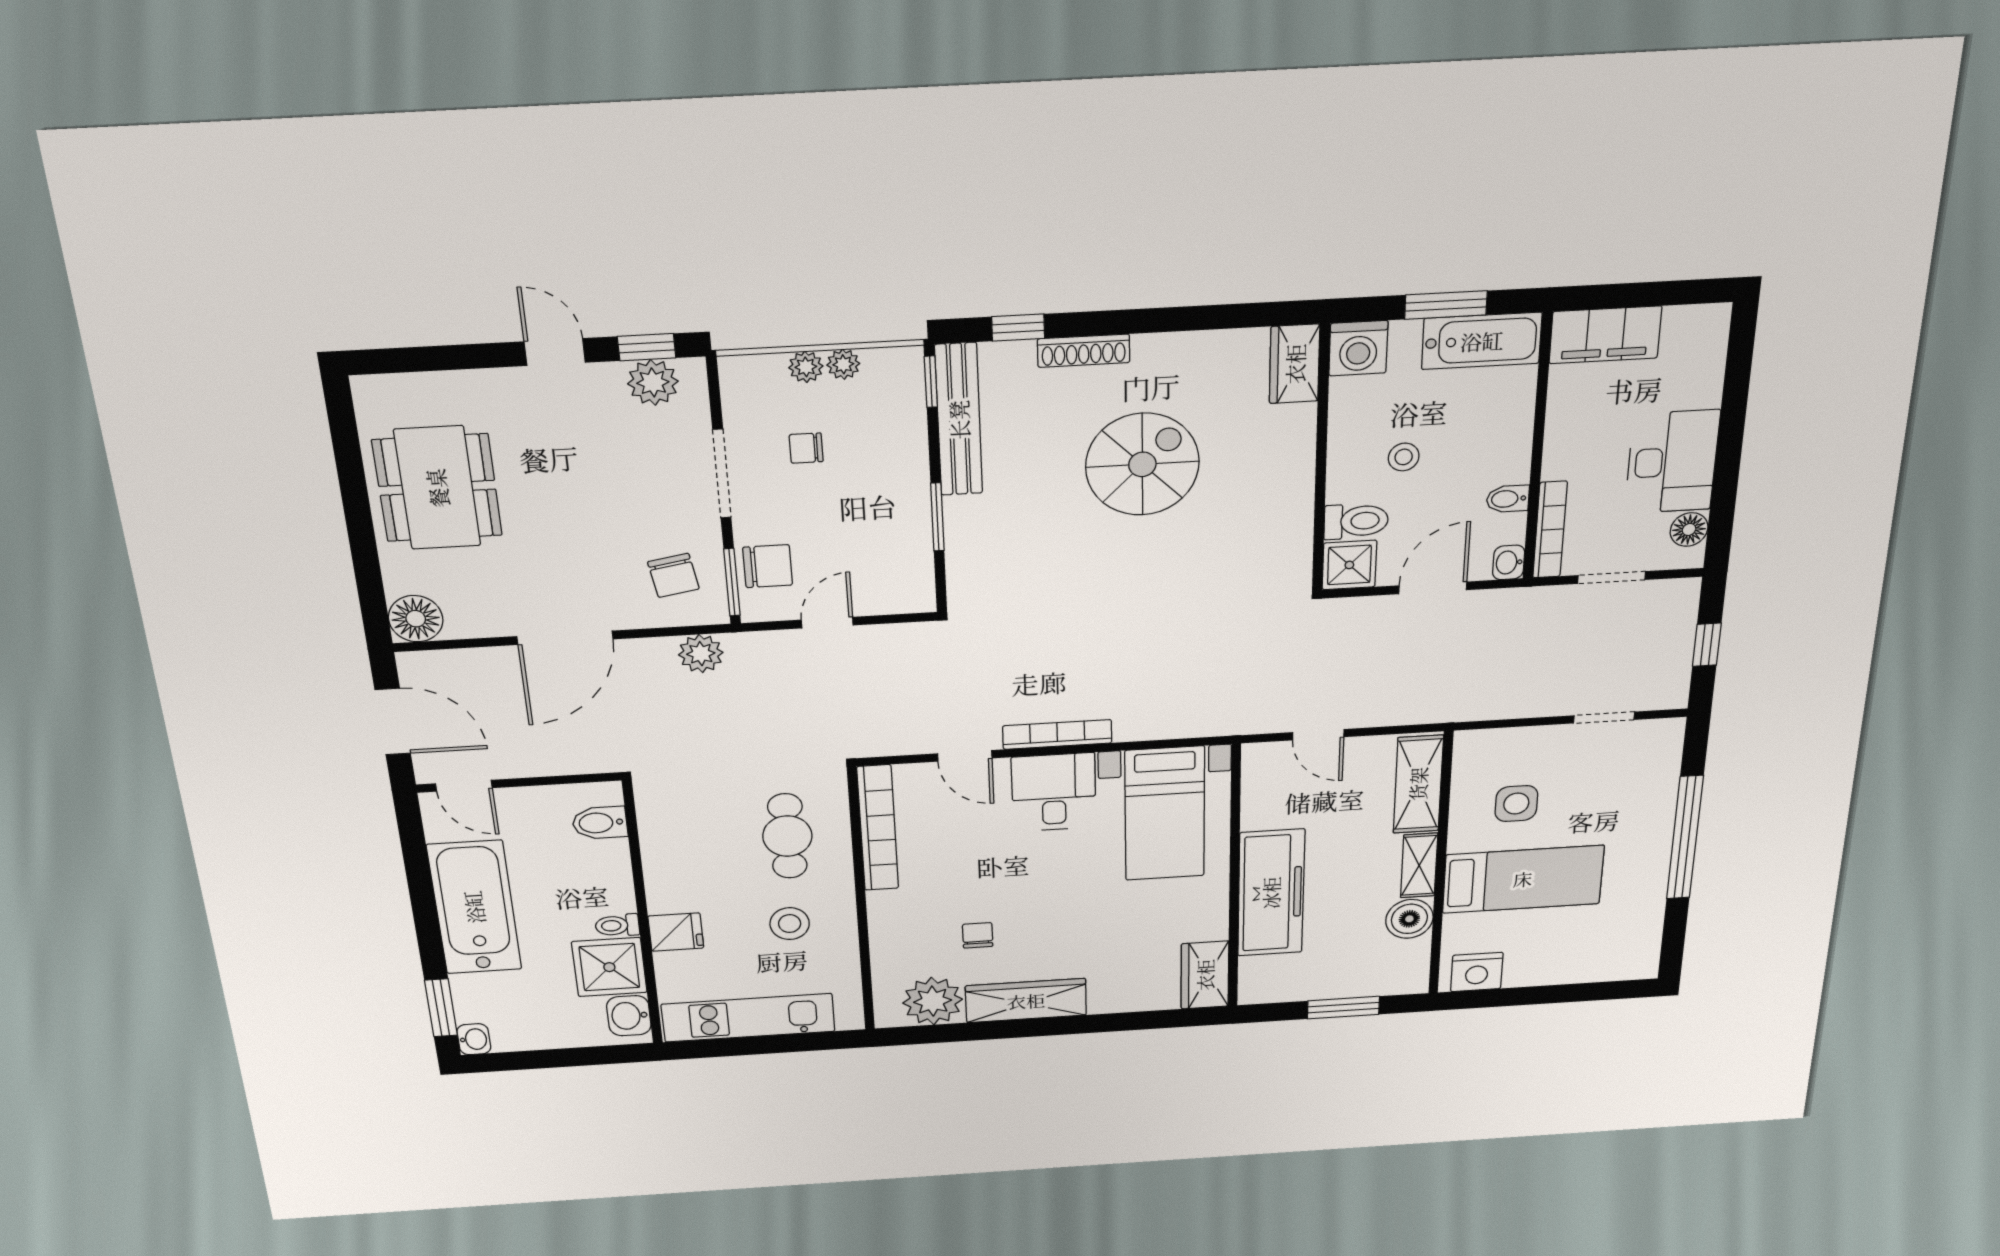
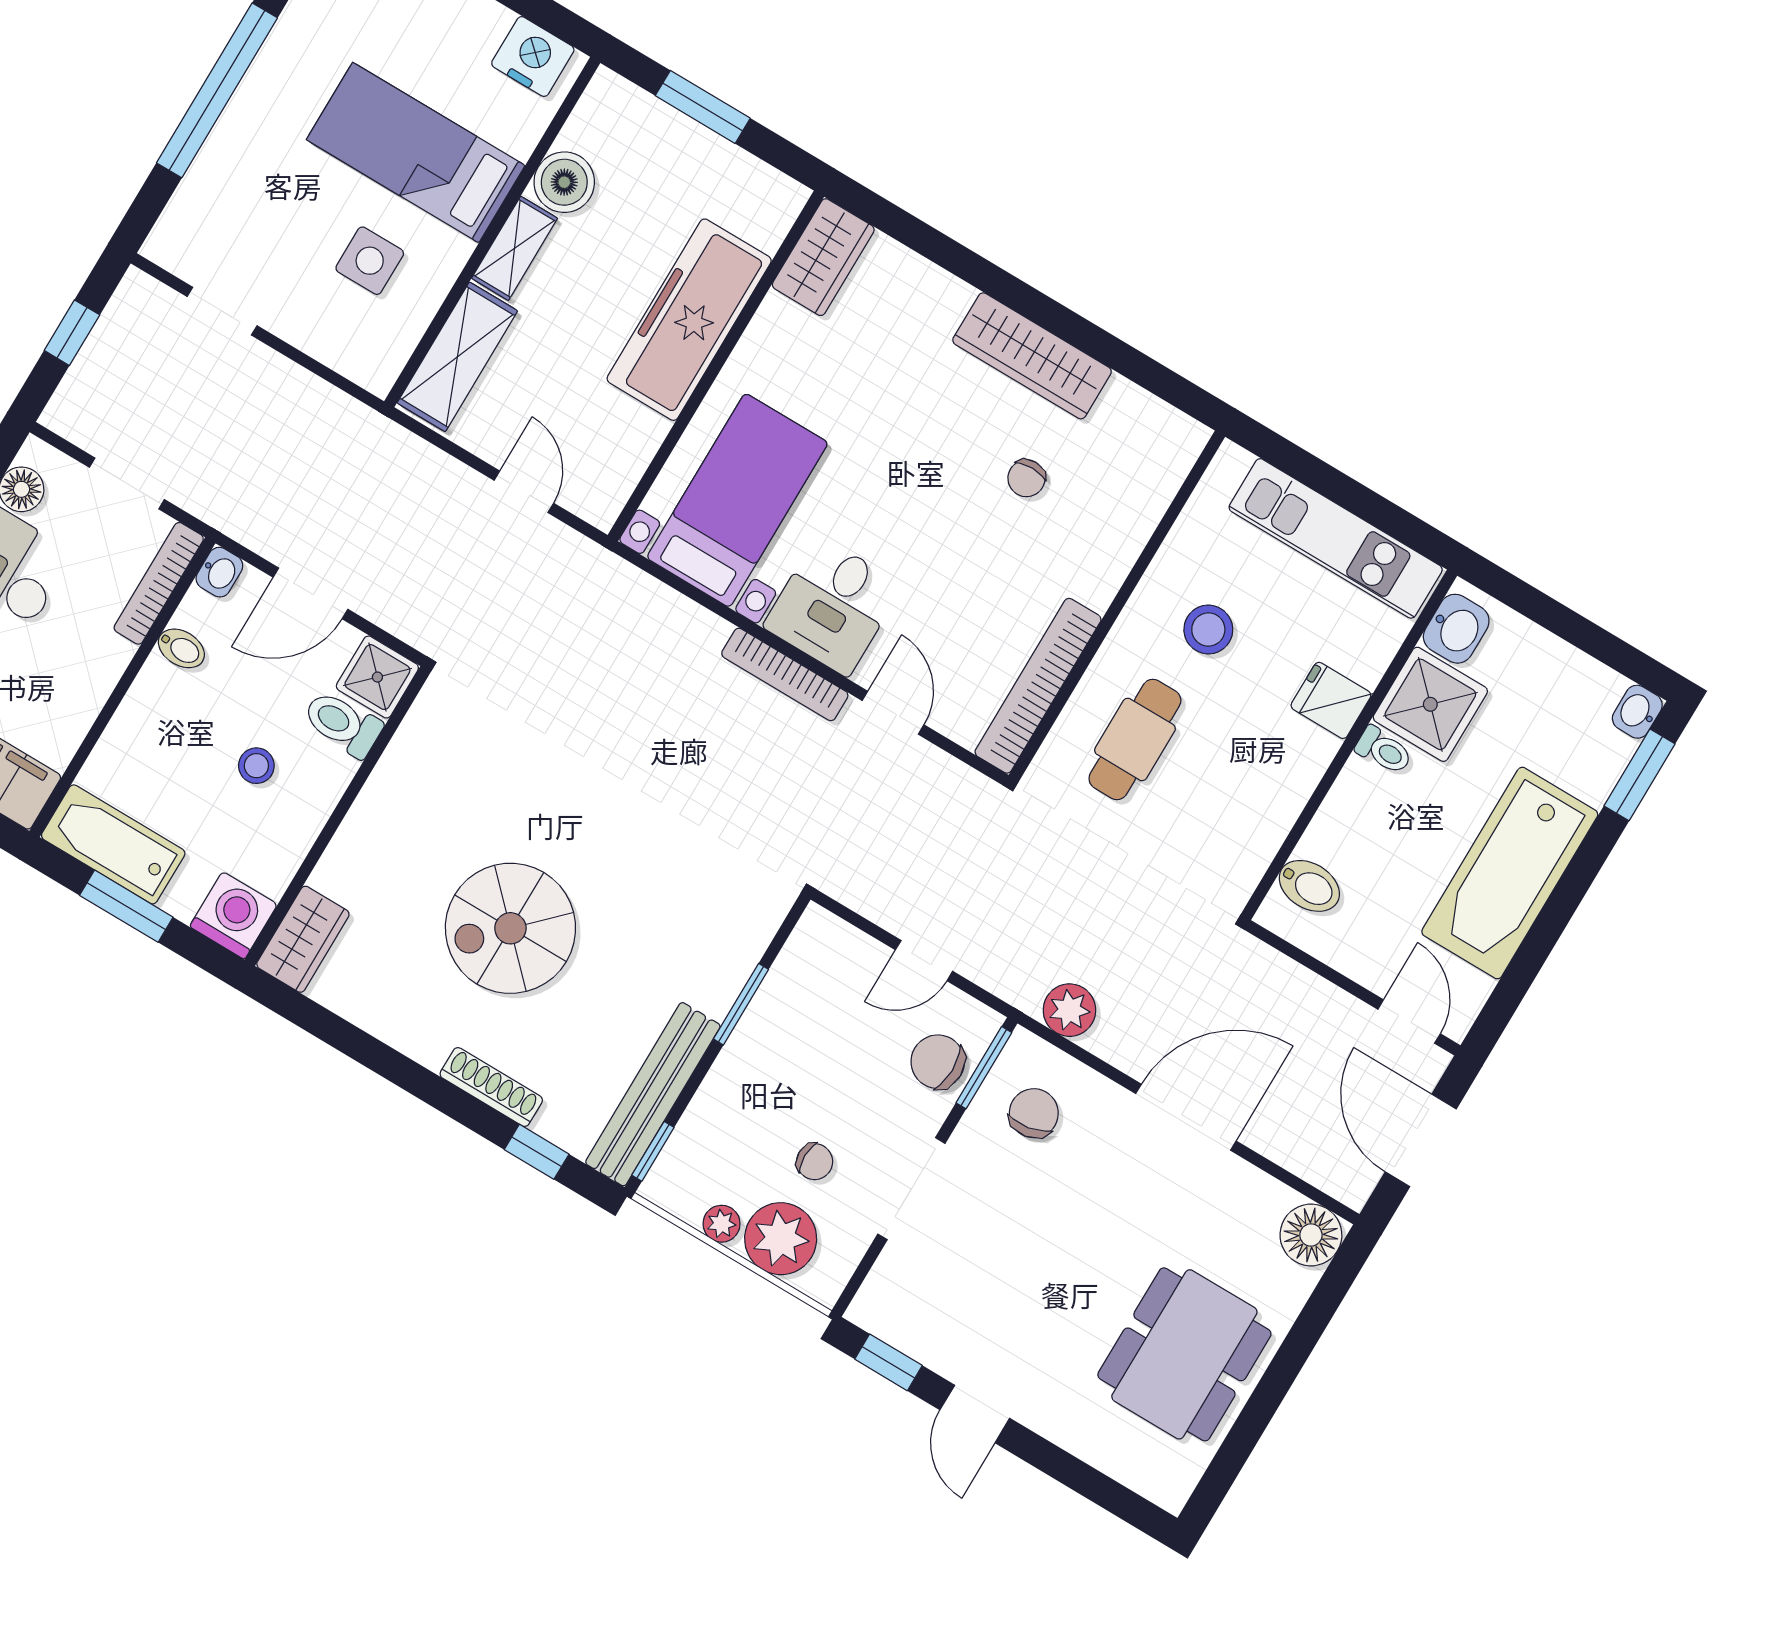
plant: (806, 367) -> (781, 1239), width x1.88, depth x1.88
plant: (653, 382) -> (908, 1324), removed
plant: (933, 1001) -> (1130, 424), removed

